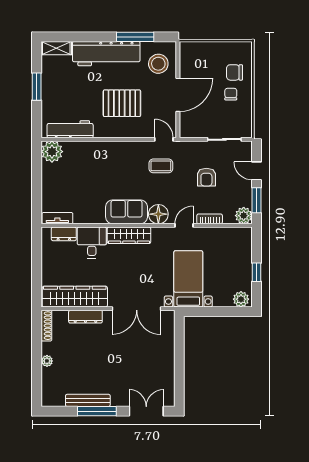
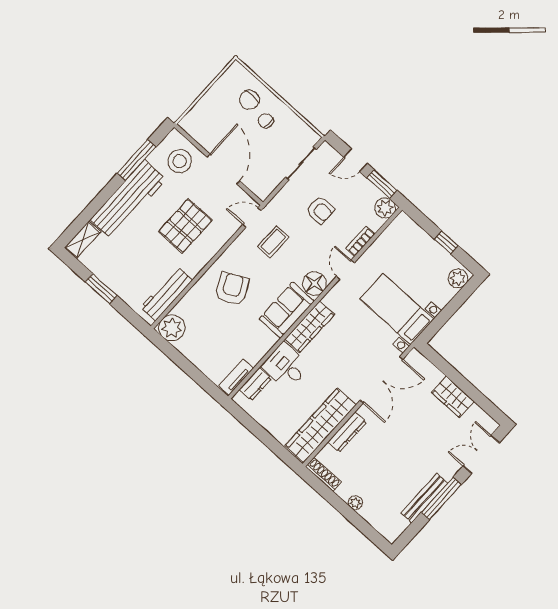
armchair: (109, 167) -> (232, 289), added
wardrobe: (166, 362) -> (453, 397), added

